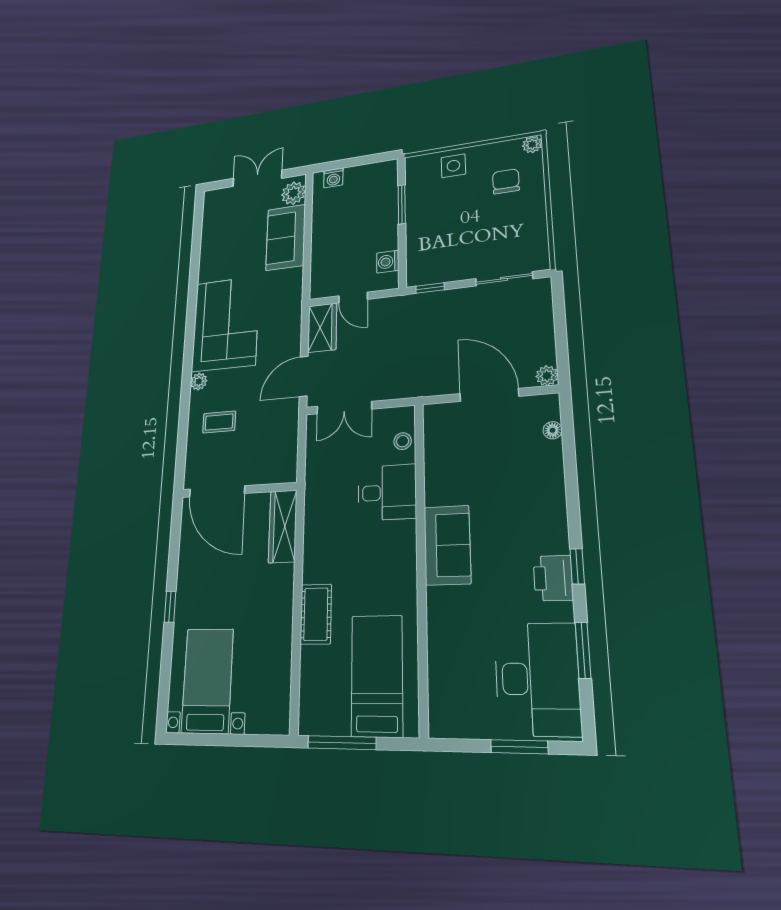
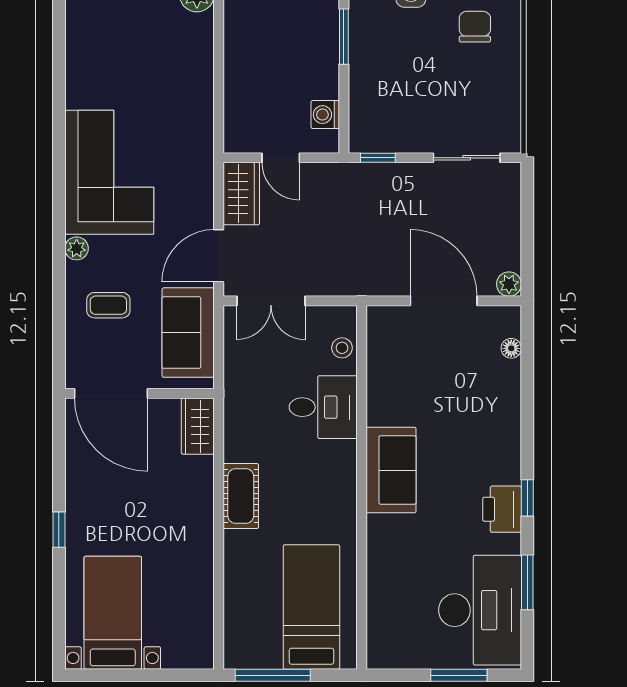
sofa: (286, 237) -> (188, 333), moved
wardrobe: (283, 526) -> (198, 426), width x0.67
cot: (316, 614) -> (241, 496), moved

